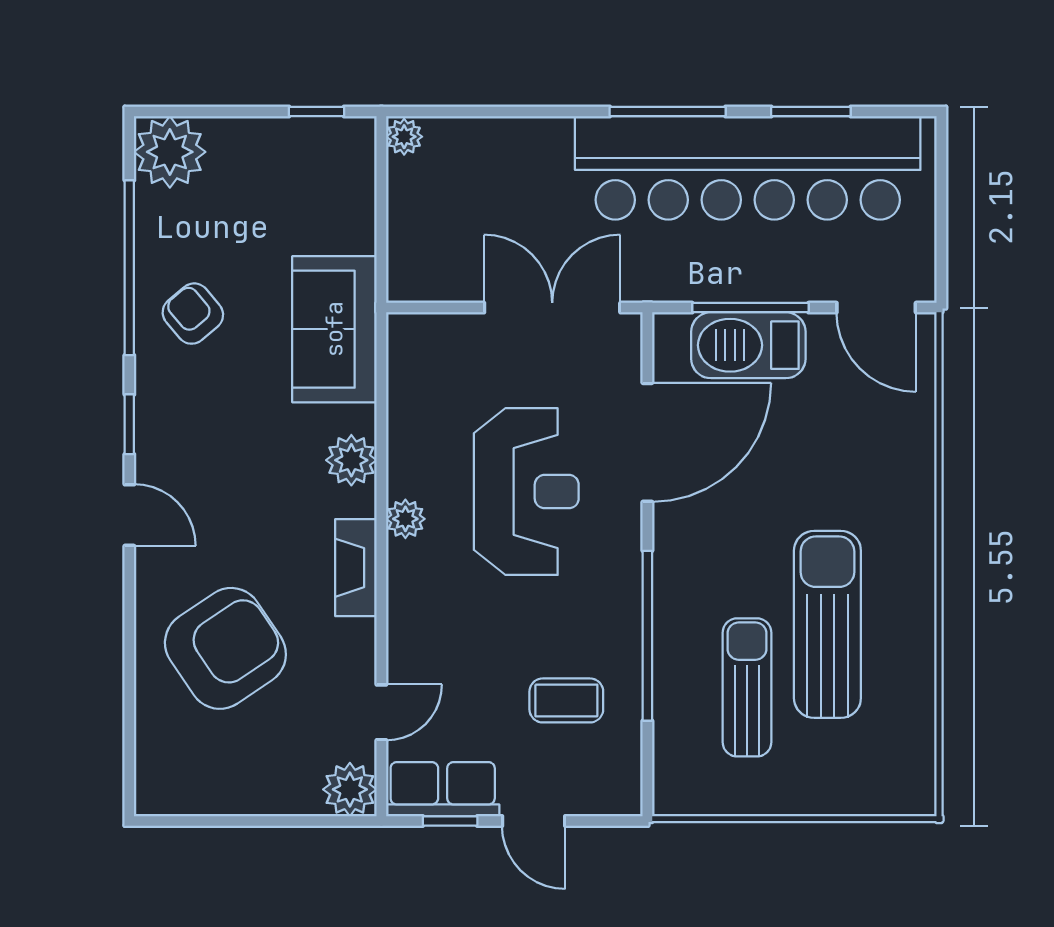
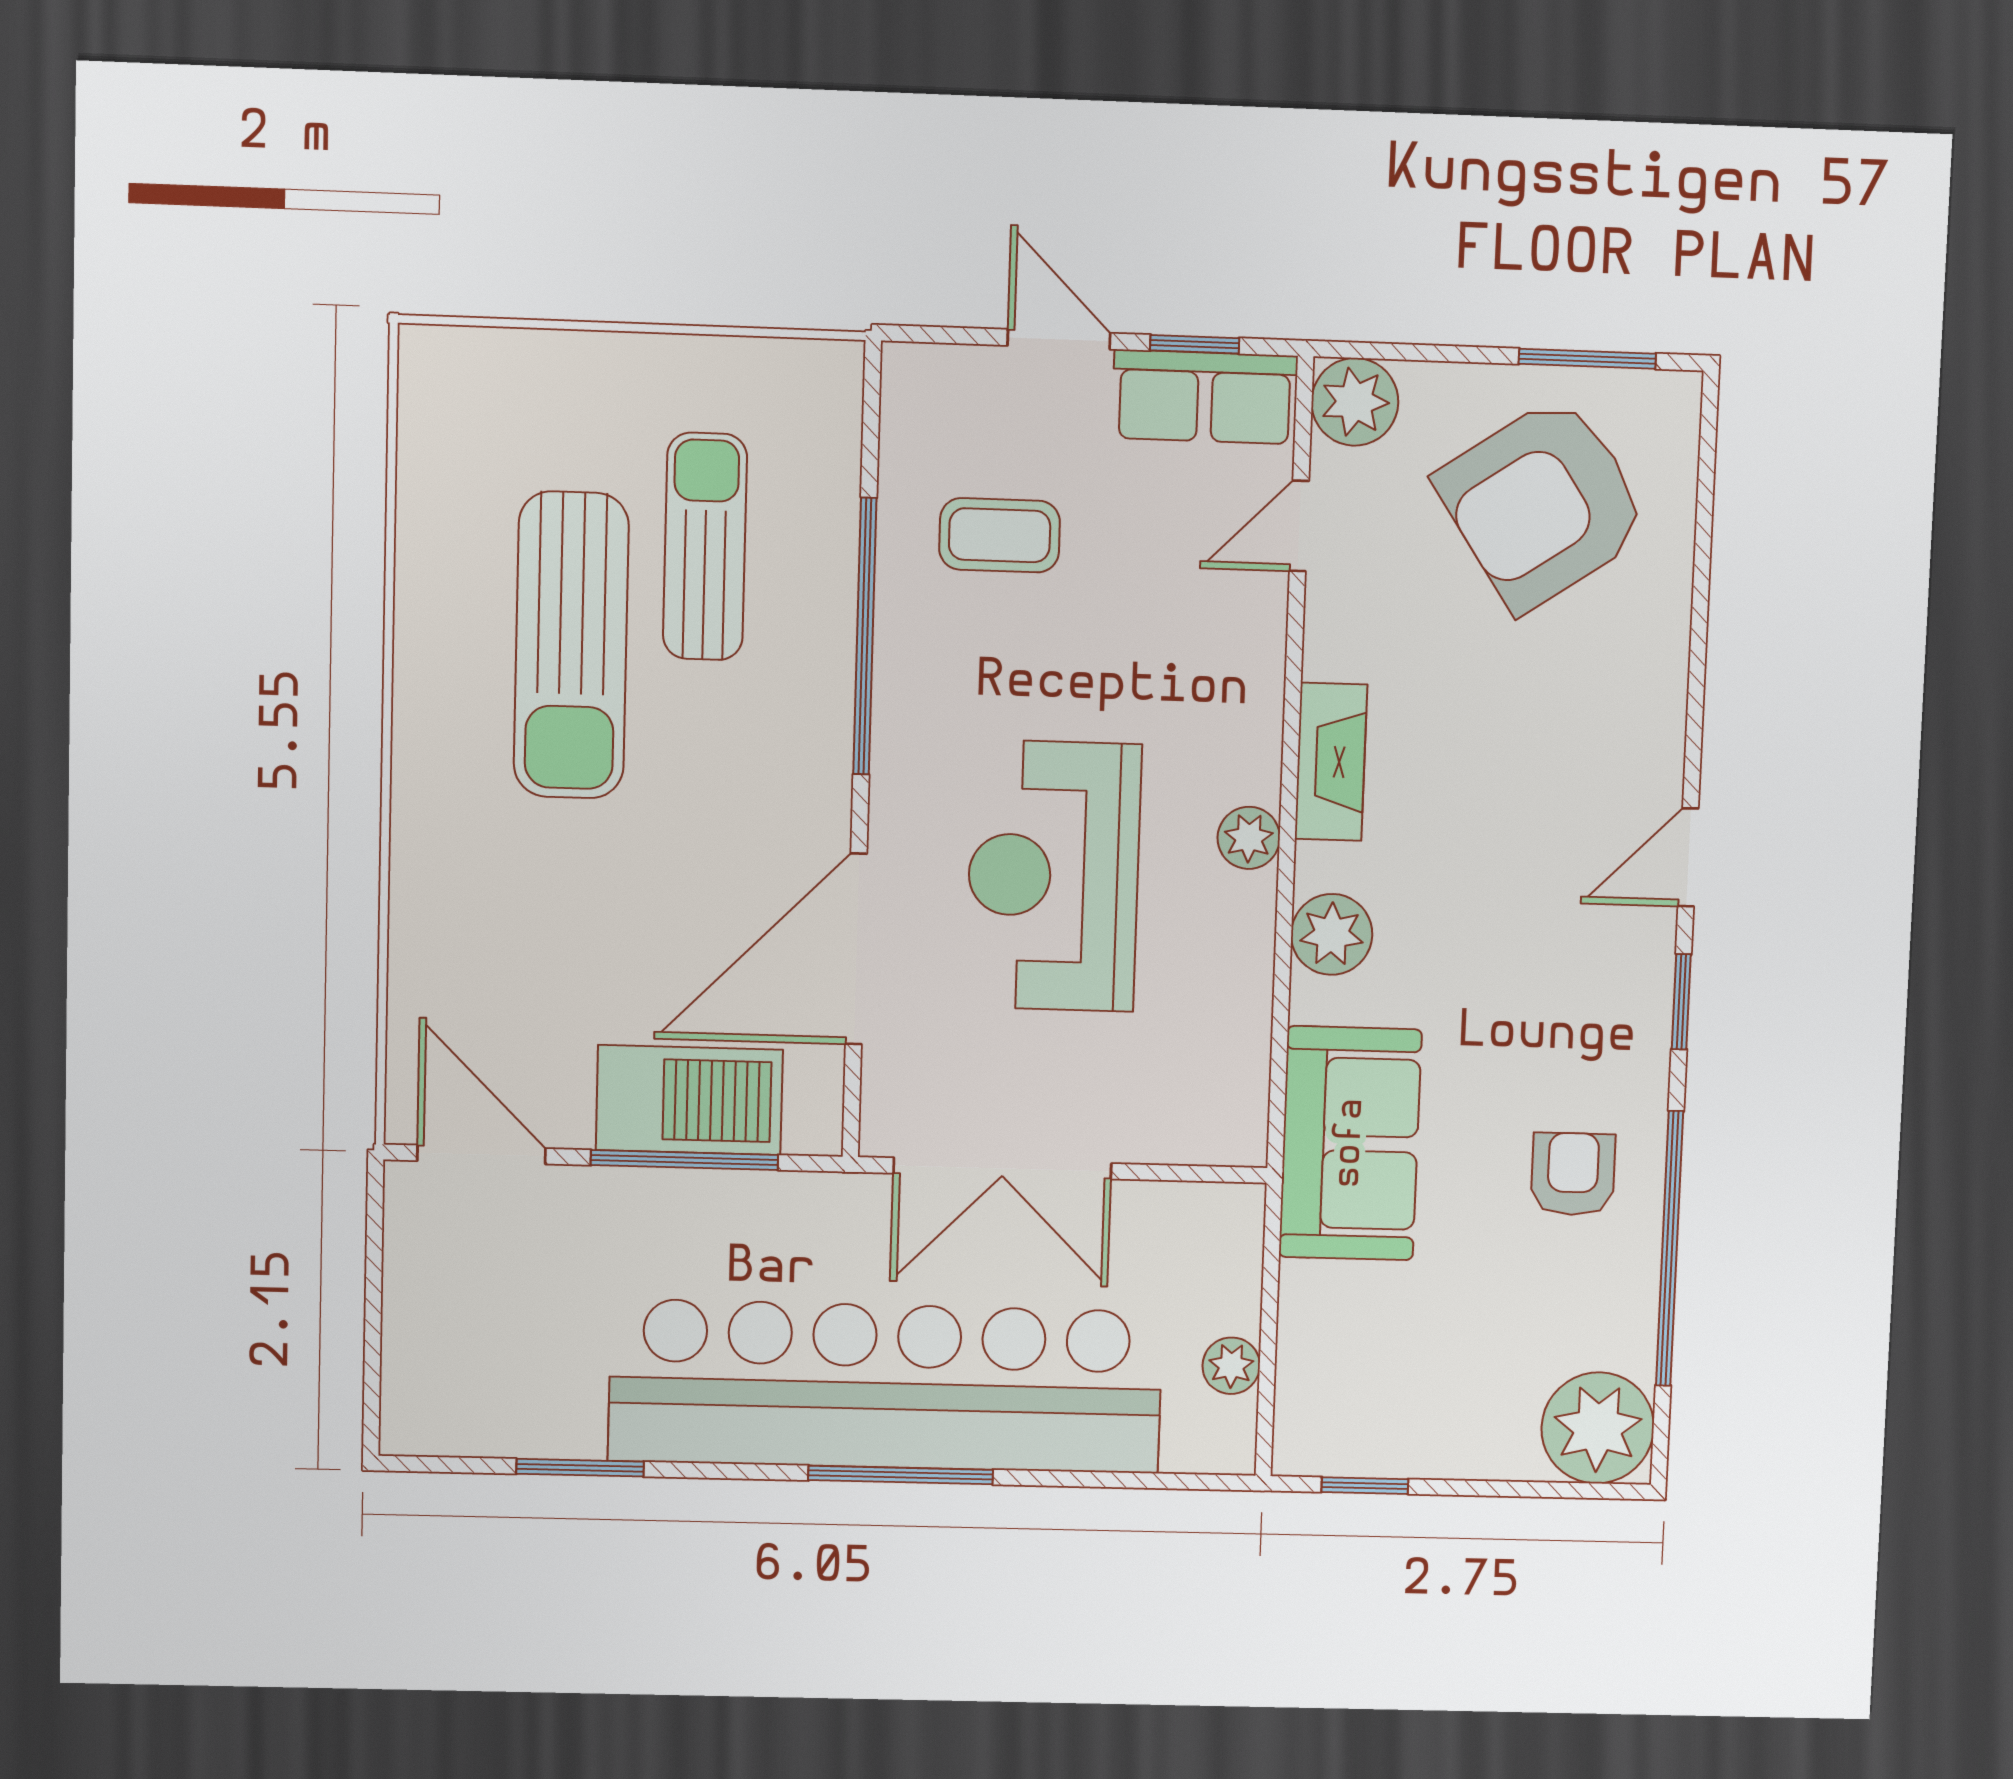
window: (668, 112) -> (901, 1475), moved
plant: (404, 137) -> (1231, 1366), moved
bar counter: (748, 168) -> (886, 1386), moved
armchair: (193, 314) -> (1573, 1174), turned -140
door: (129, 515) -> (1688, 857), hinge flipped
armchair: (225, 648) -> (1543, 503), moved
sun lounger: (747, 687) -> (705, 546), turned 180
window: (207, 821) -> (1587, 359), added

